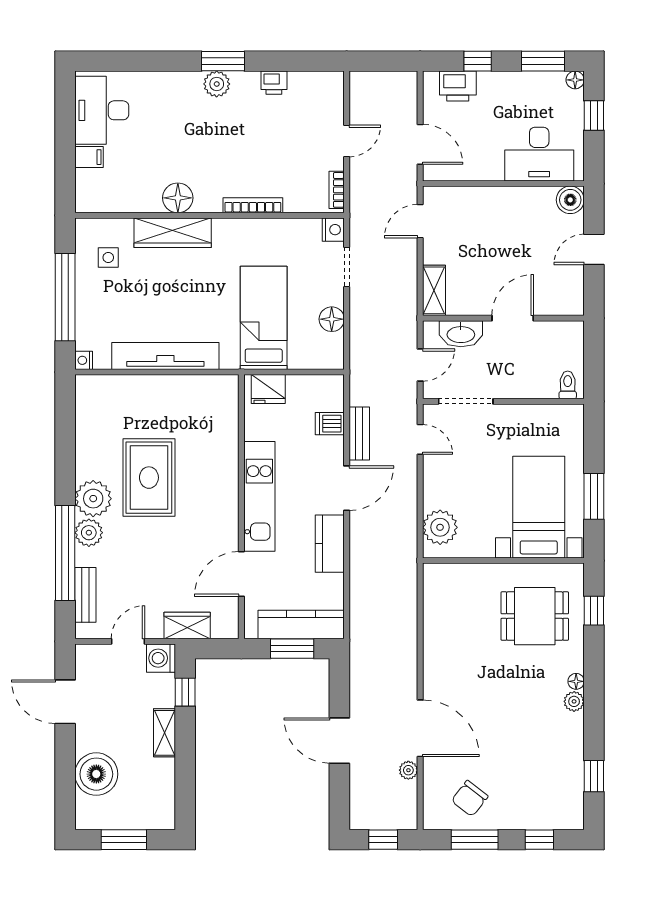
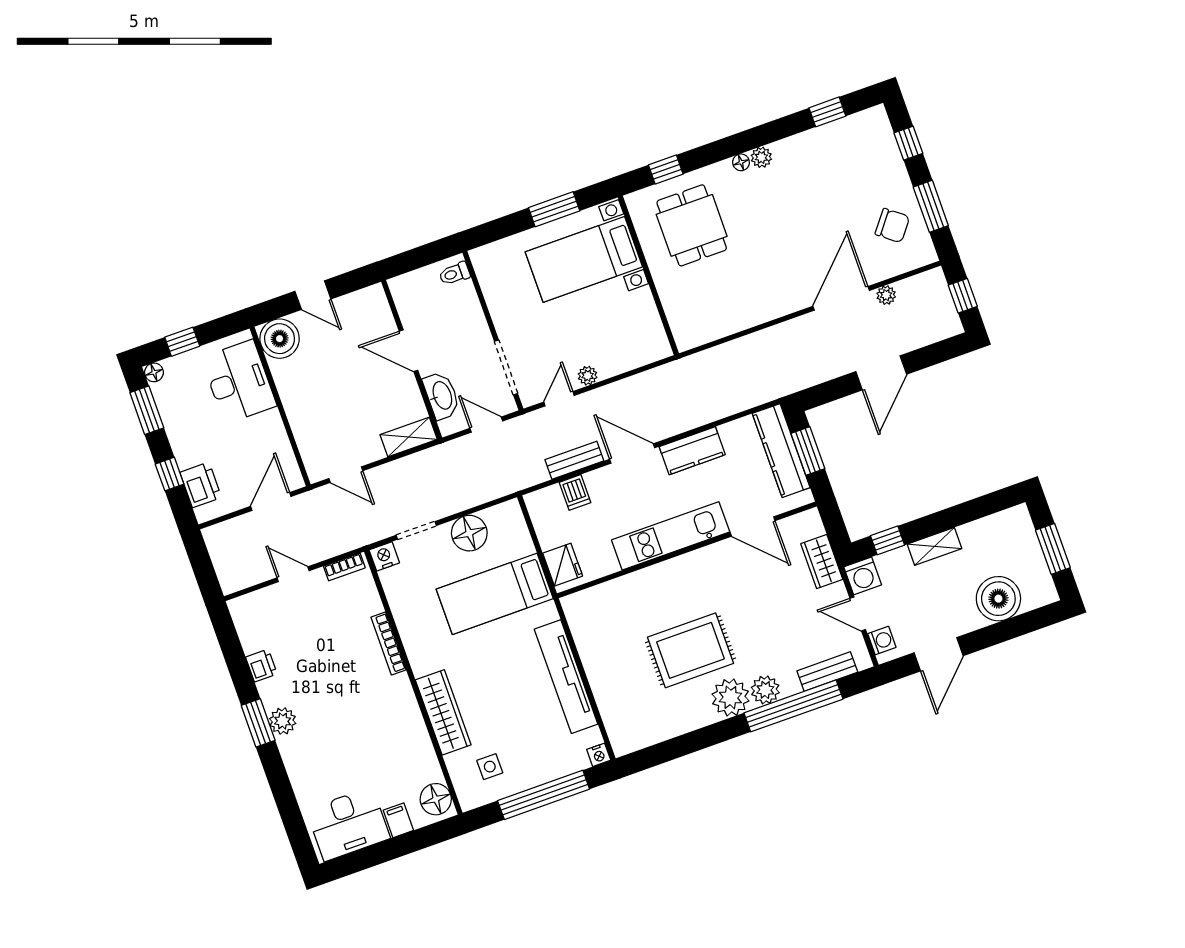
floor lamp: (178, 198) -> (436, 799), moved
boiler: (570, 200) -> (280, 339), width x1.37, depth x1.37
floor lamp: (332, 319) -> (469, 533), width x1.38, depth x1.38
plant: (440, 527) -> (588, 376), moved, width x0.53, depth x0.53
washing machine: (96, 655) -> (882, 641), added

